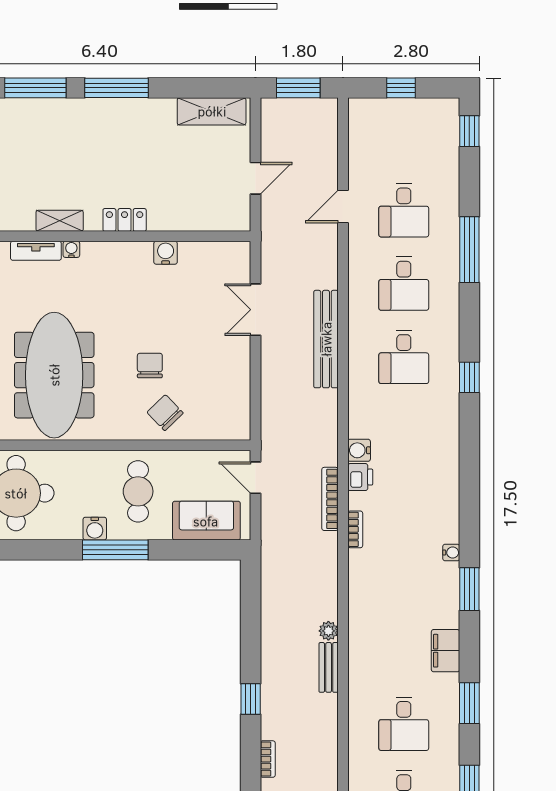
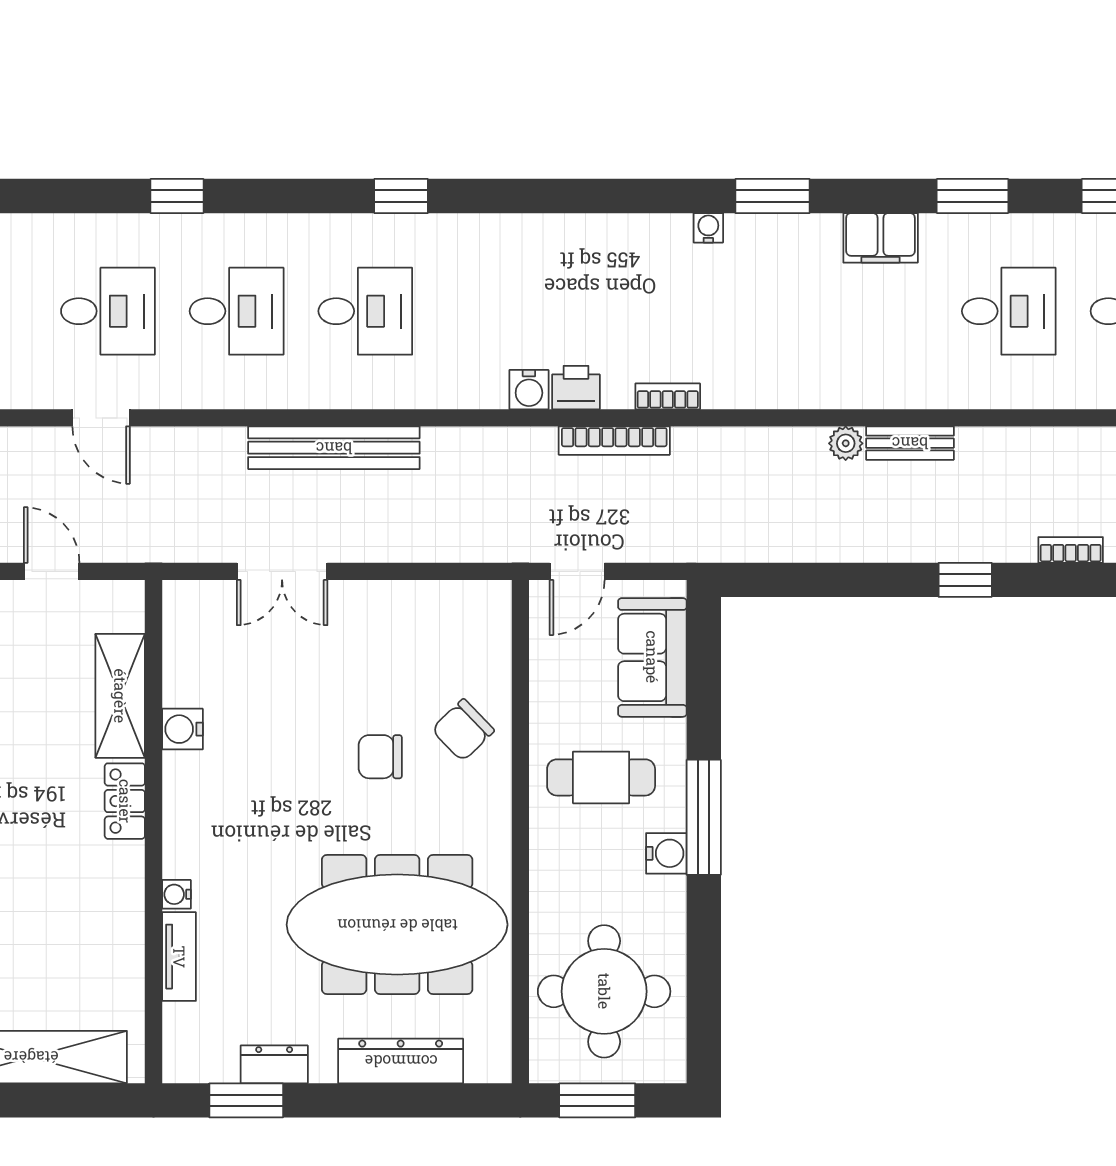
shelving: (60, 221) -> (120, 696), moved, width x1.50, depth x1.33
window: (469, 250) -> (177, 196), width x0.46

